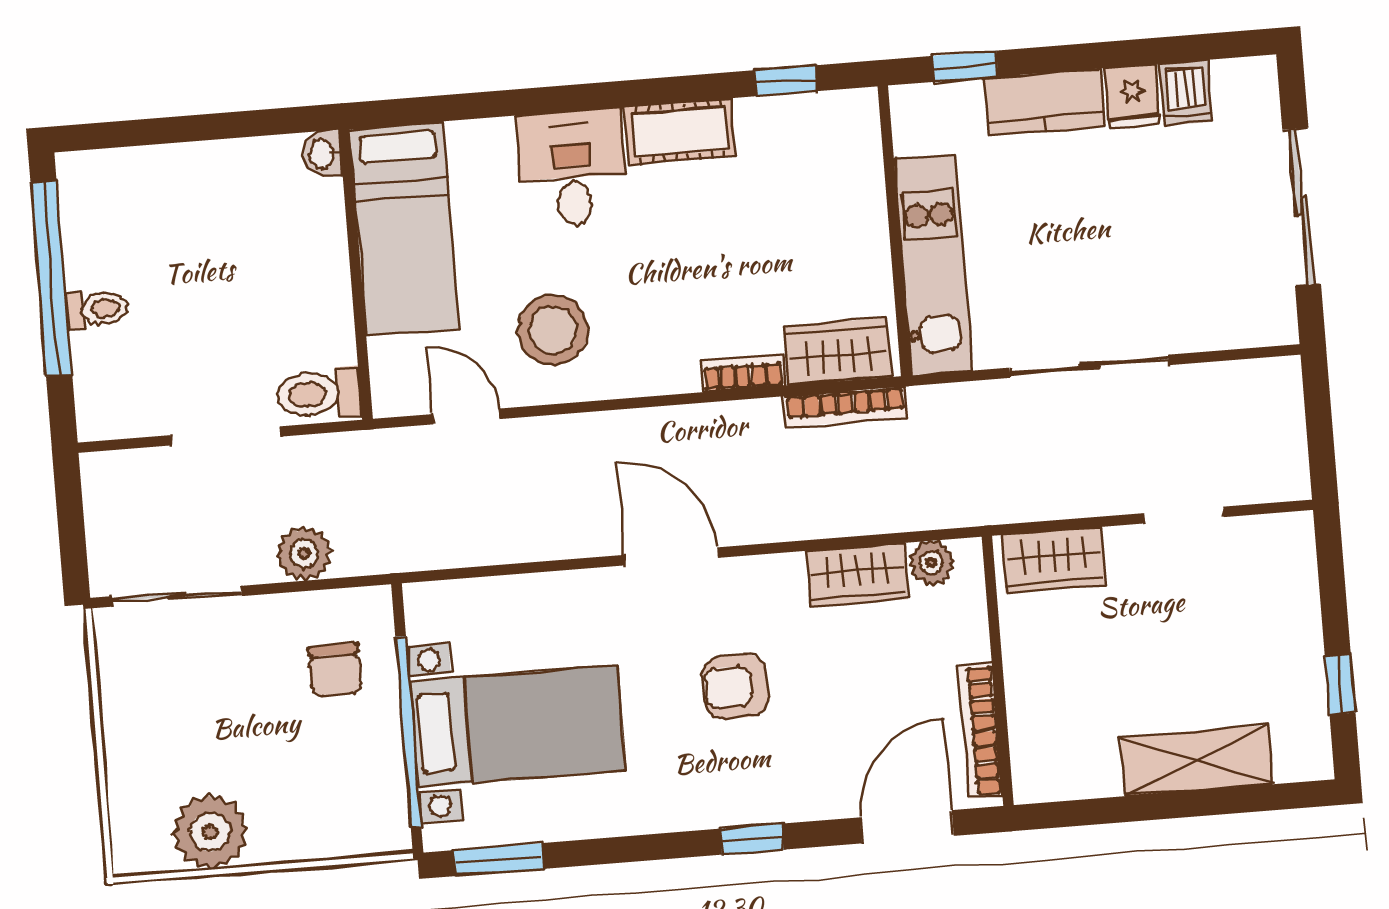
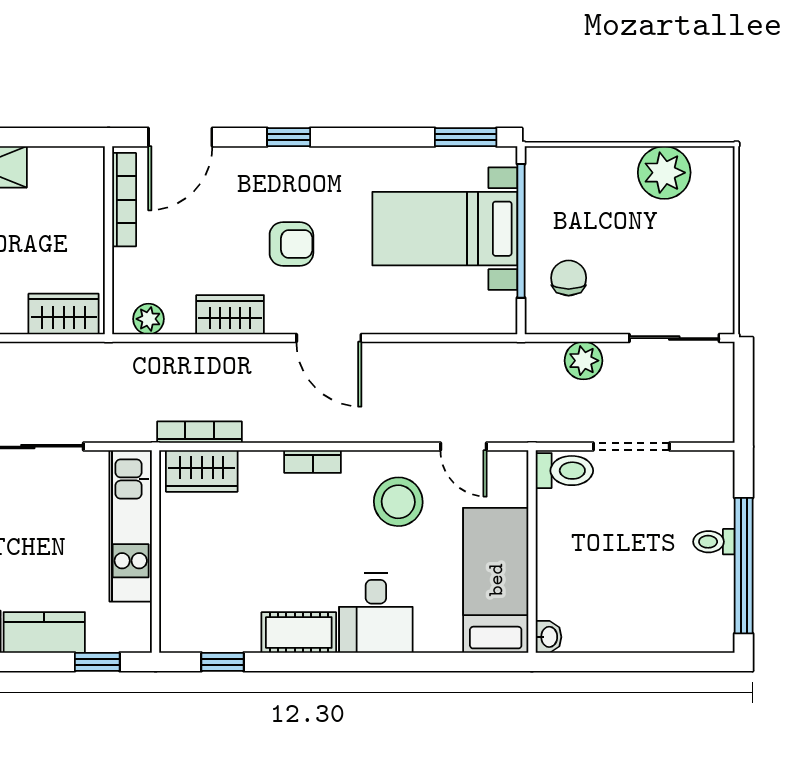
bookcase: (743, 373) -> (313, 462), moved
wardrobe: (857, 575) -> (230, 315), moved

